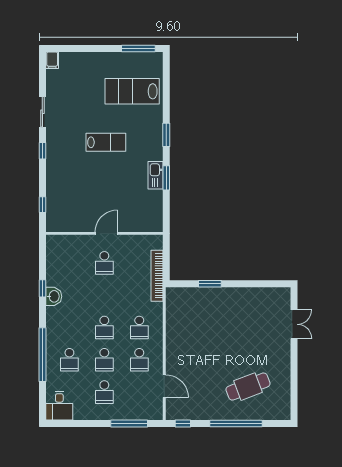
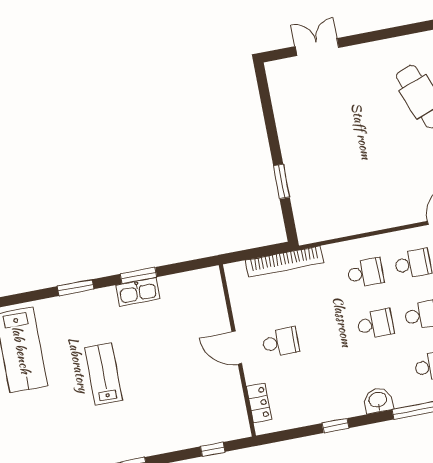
locker: (67, 241) -> (259, 403), added
washbasin: (54, 296) -> (378, 400), moved

